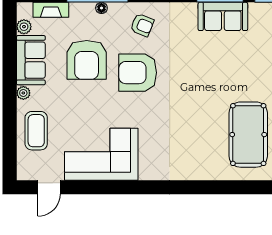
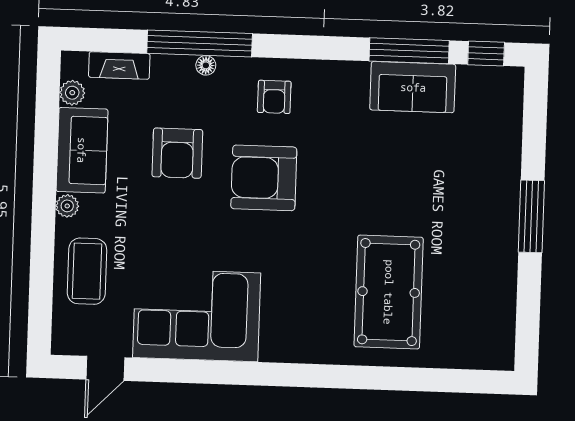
armchair: (142, 25) -> (274, 97), turned 68
armchair: (87, 60) -> (177, 153), width x0.73, depth x0.73
pool table: (248, 135) -> (389, 292), moved

